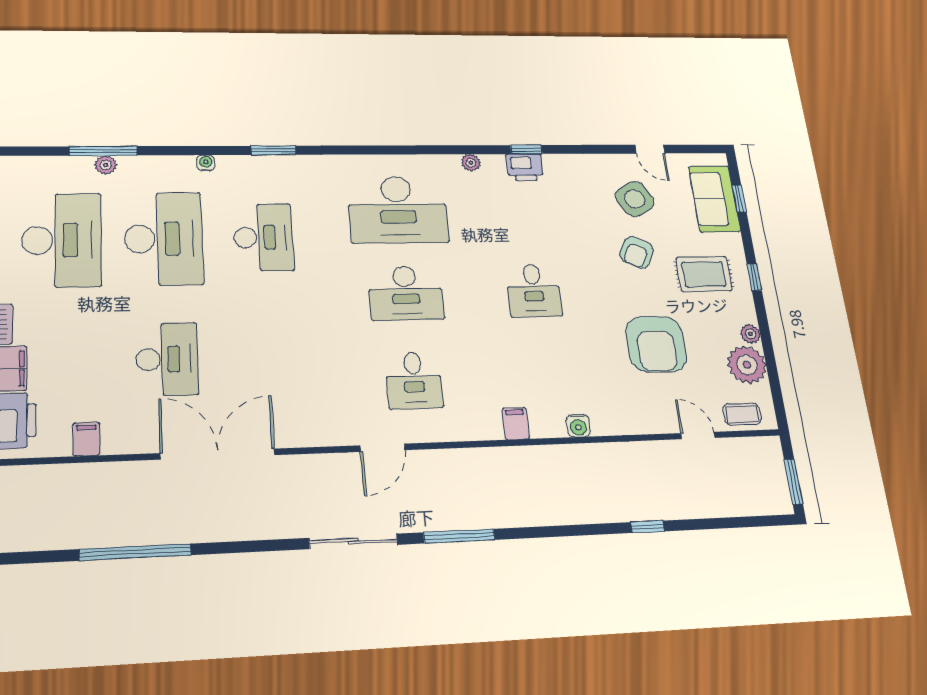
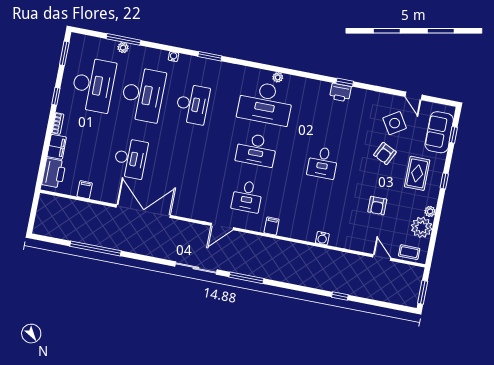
plant: (471, 163) -> (278, 77), moved
rug: (704, 274) -> (417, 173), turned 90
armchair: (656, 344) -> (377, 206), width x0.53, depth x0.53
filing cabinet: (516, 424) -> (272, 226), moved

